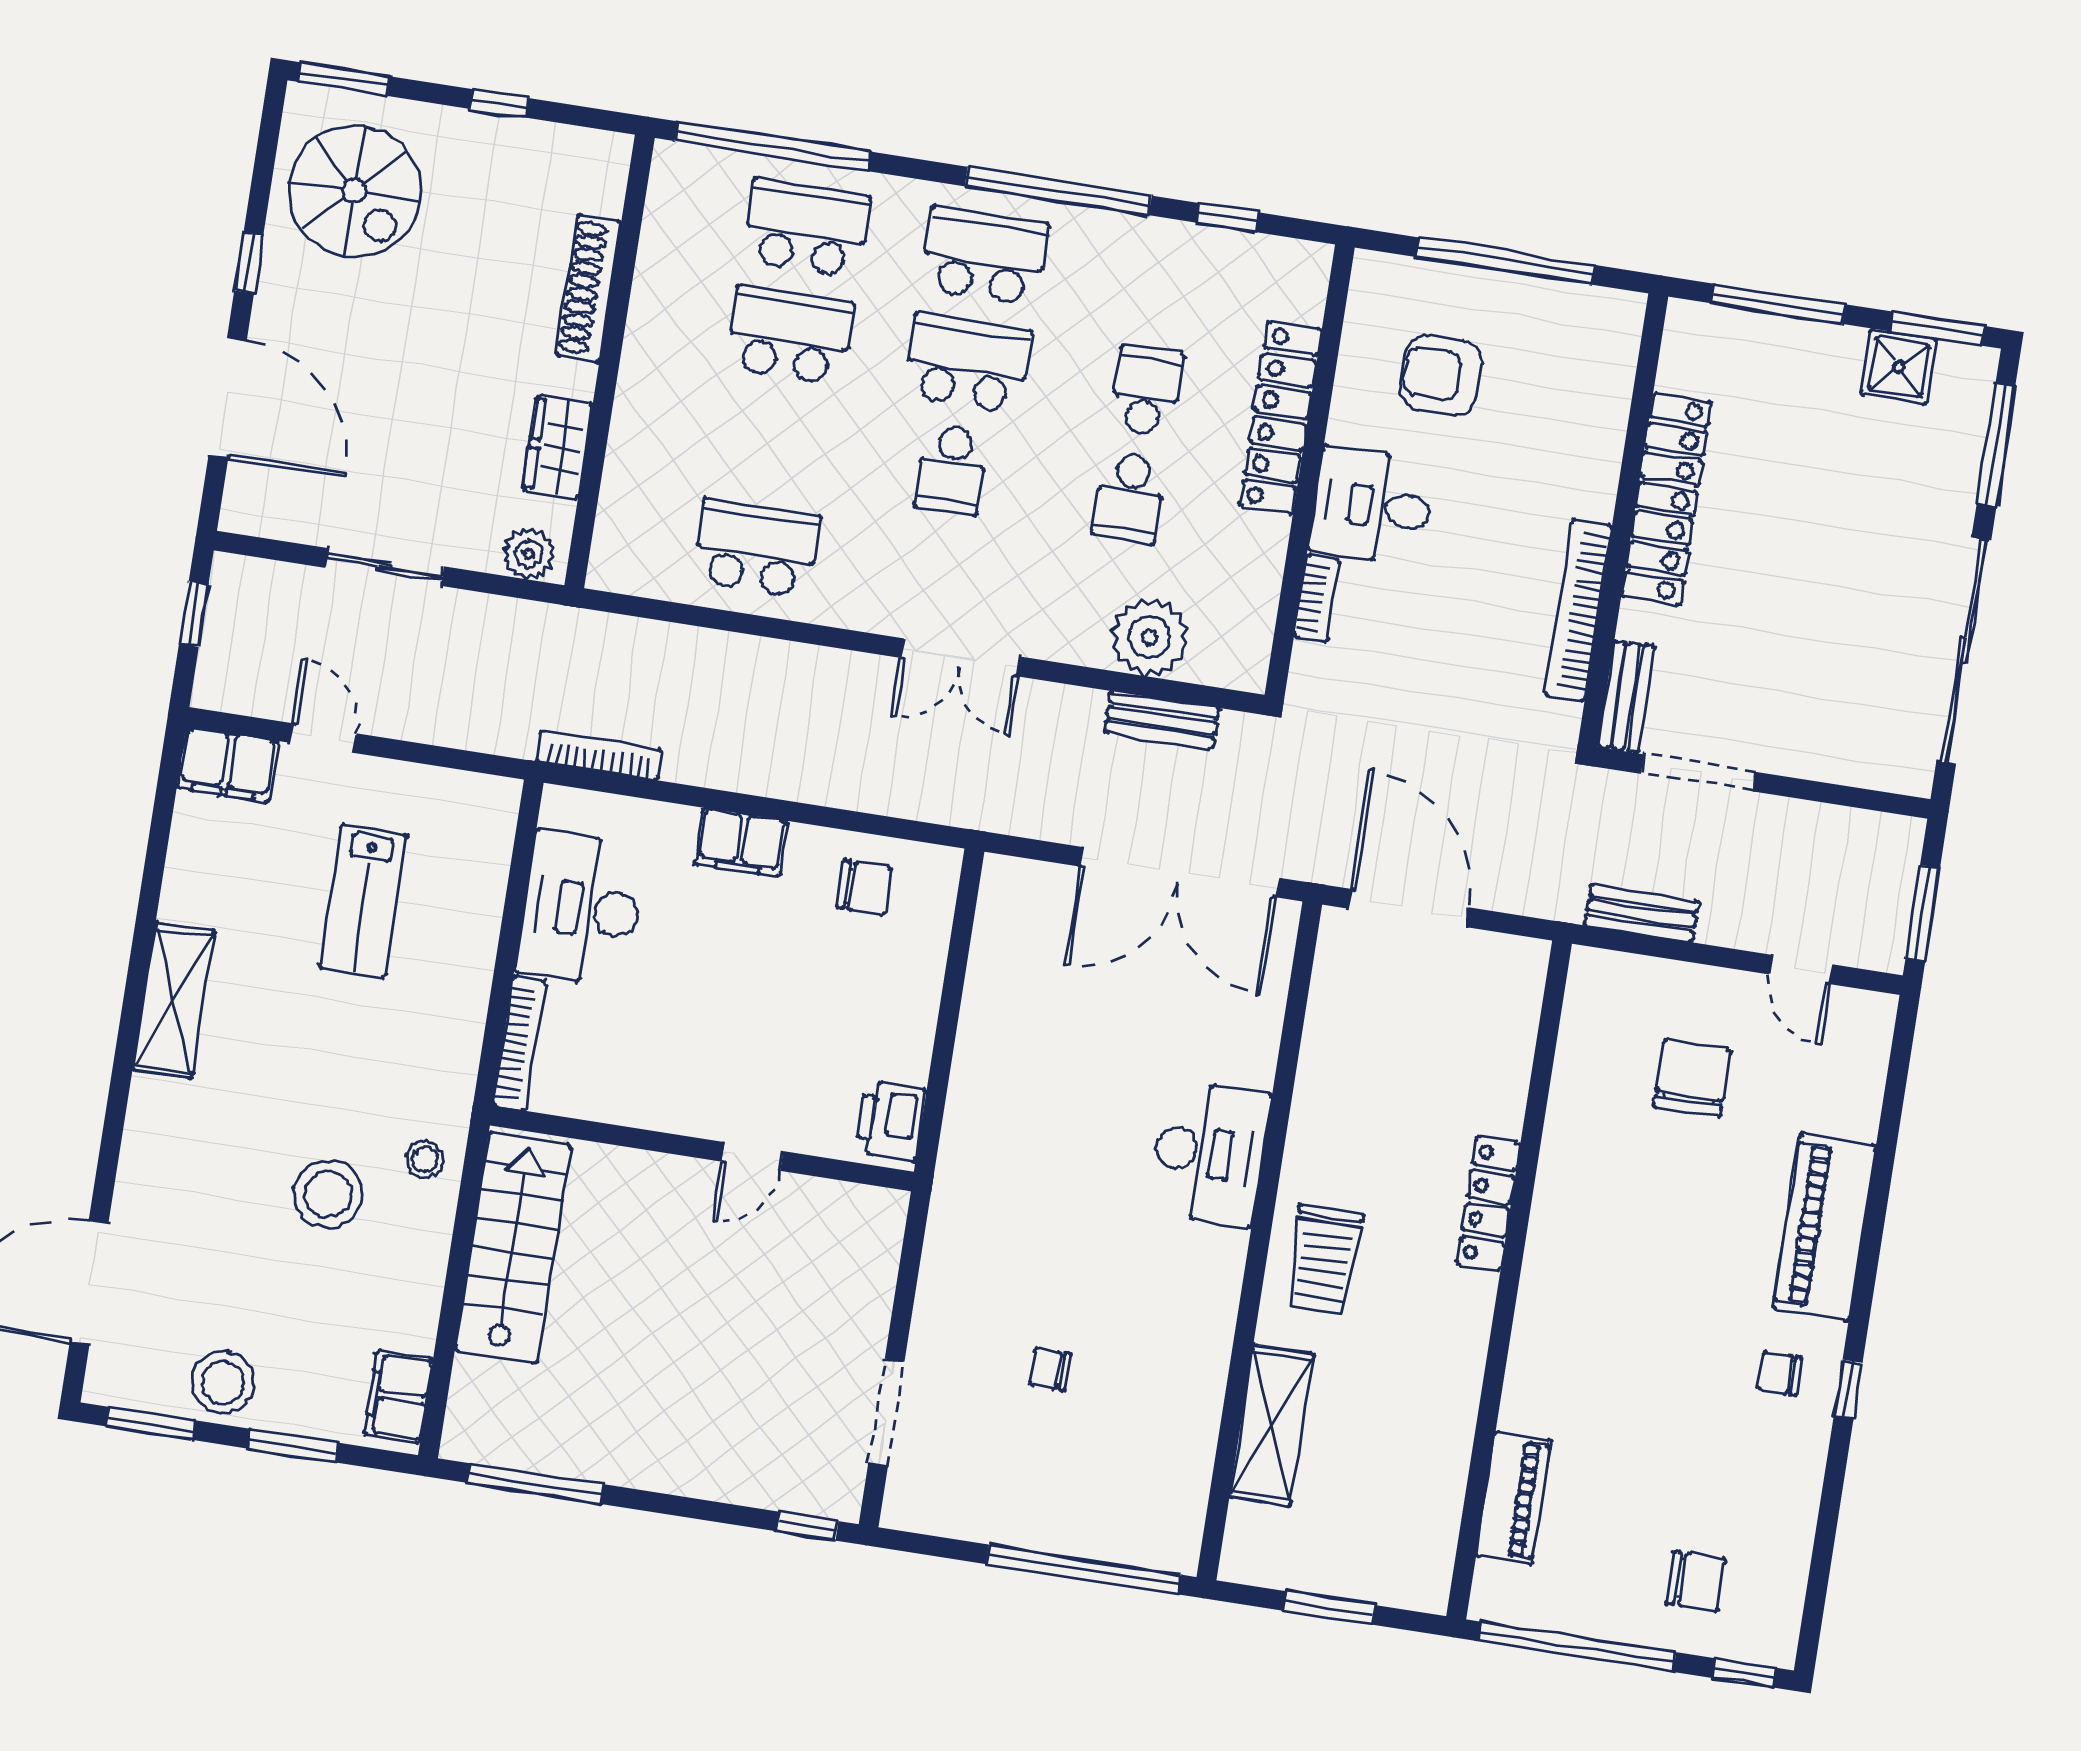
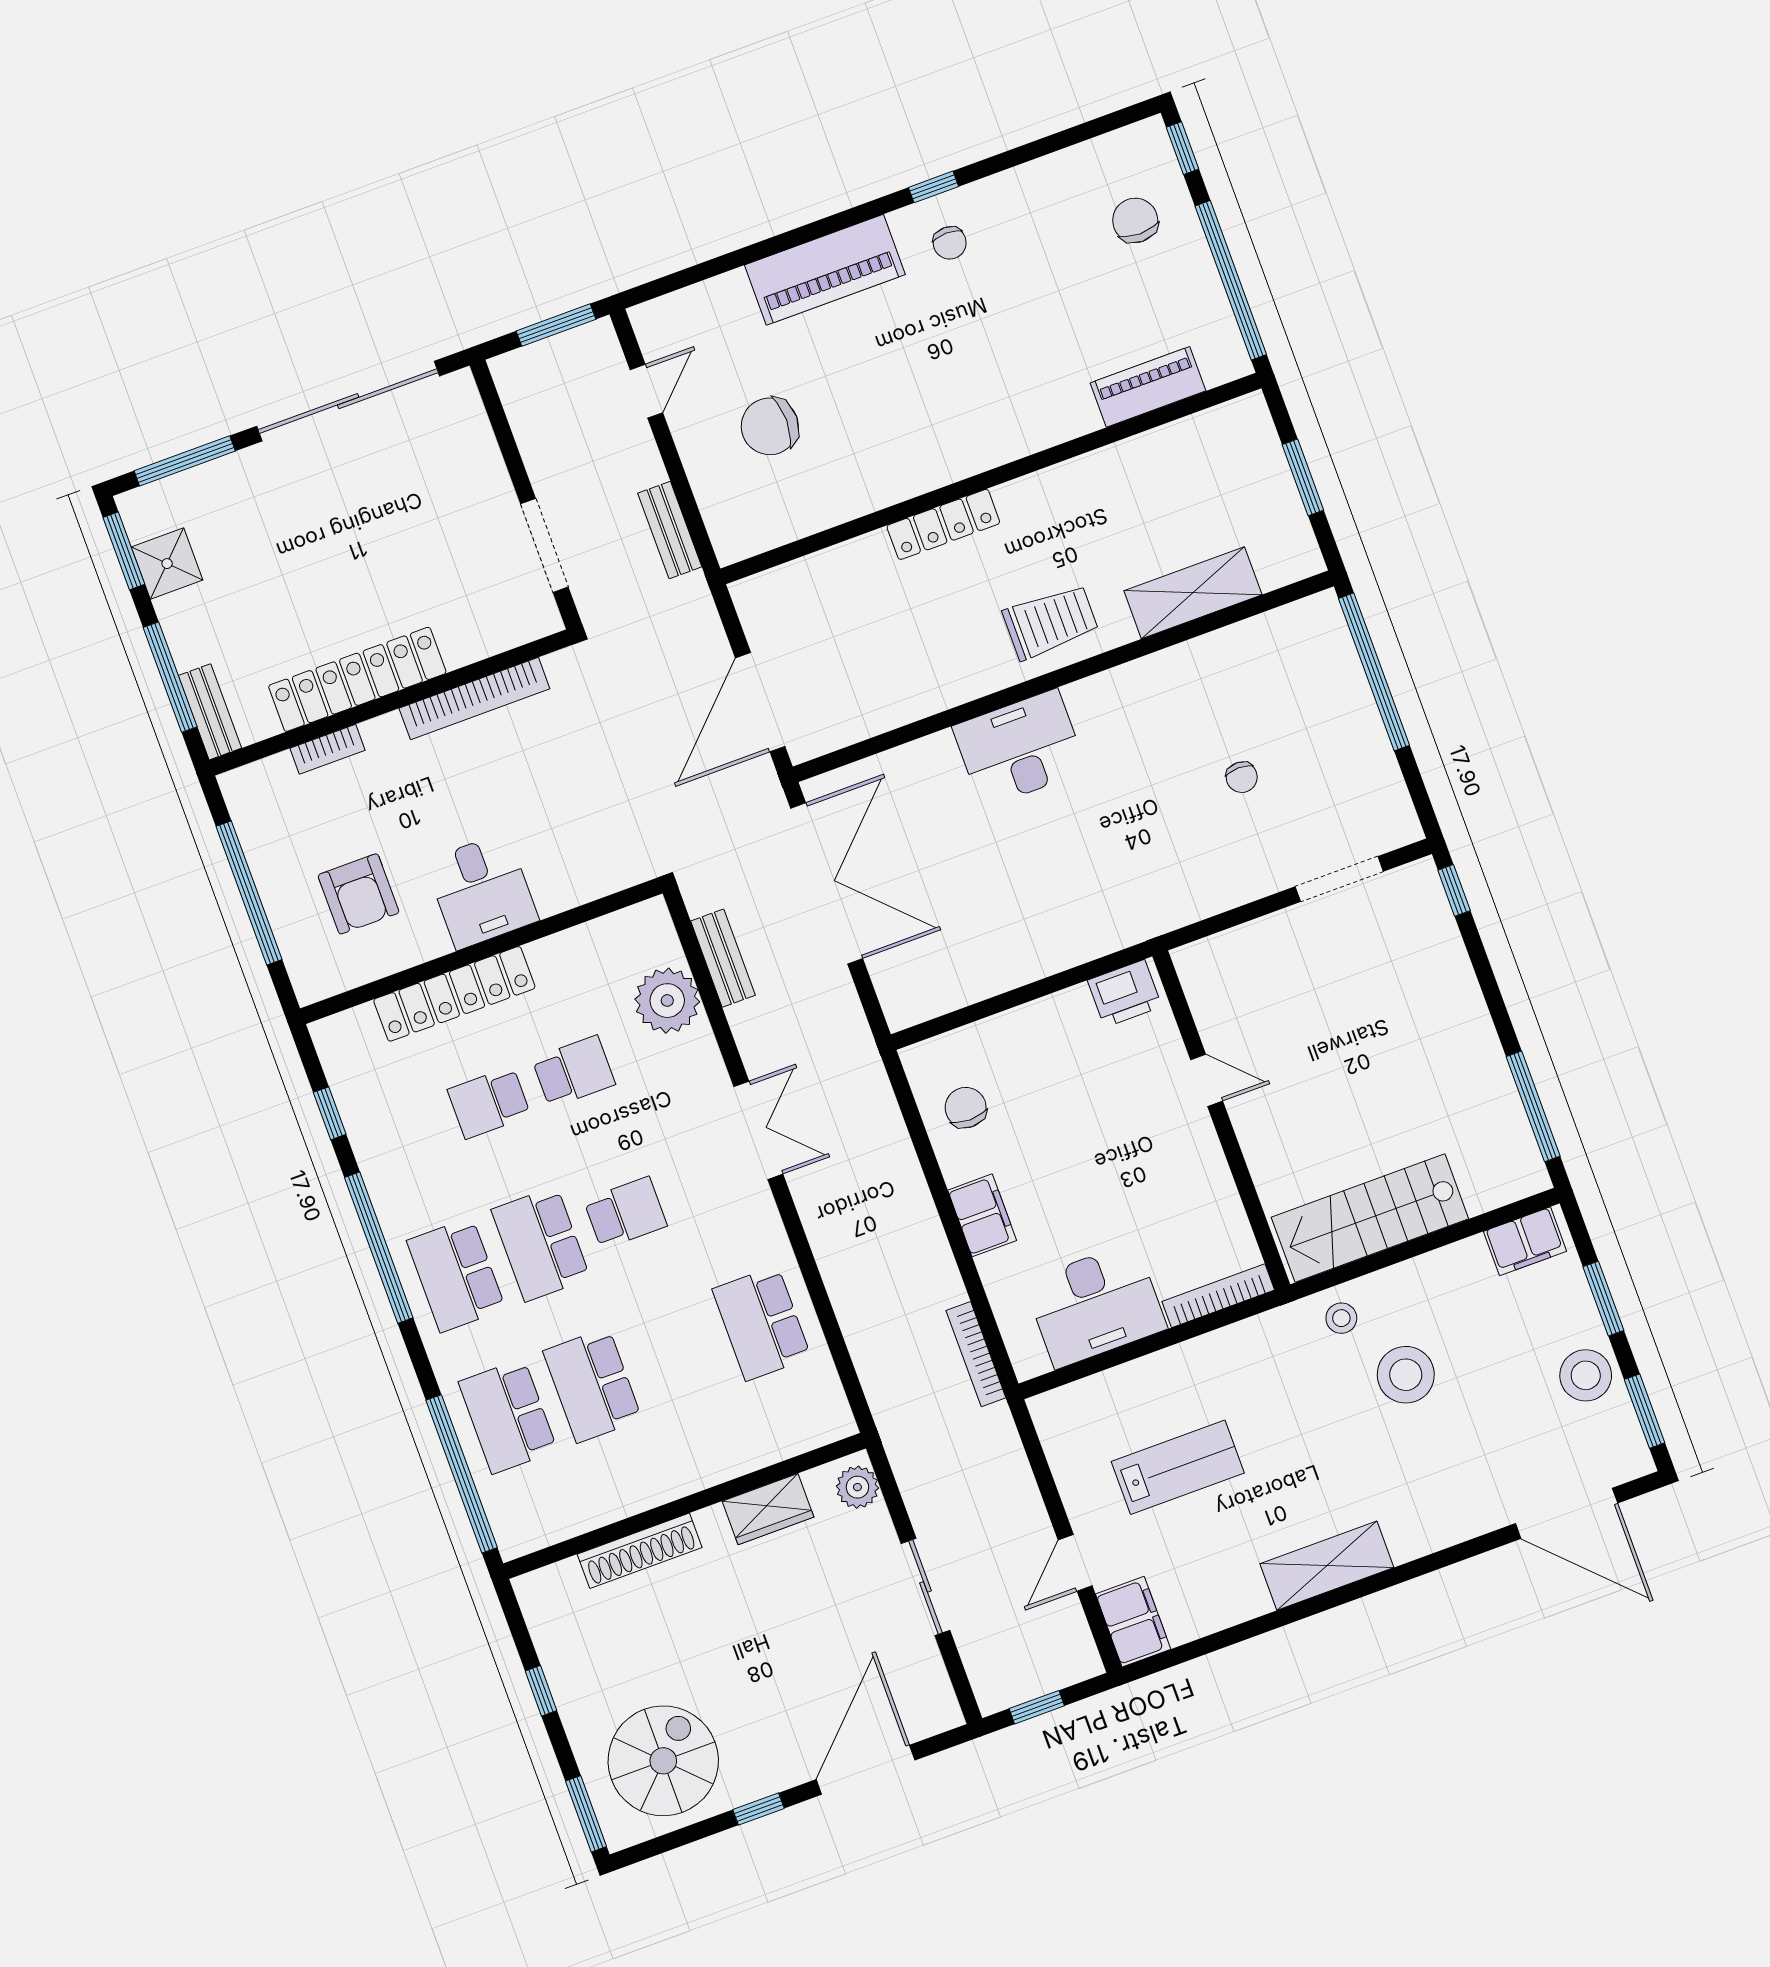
bookcase: (1317, 598) -> (327, 749), moved, turned 180
bench: (1626, 697) -> (210, 712), moved, turned 90

